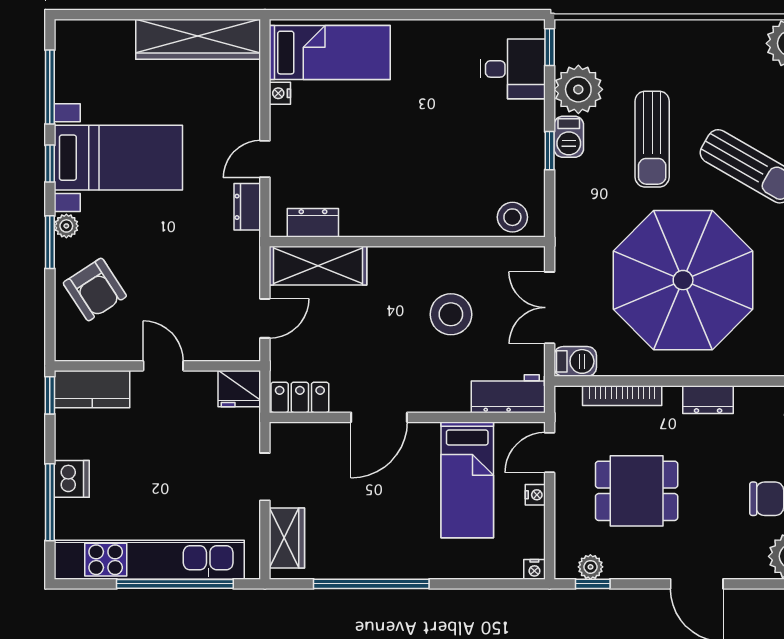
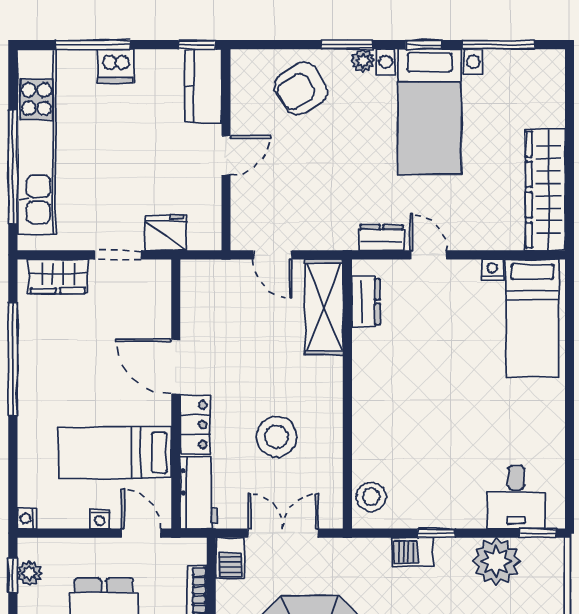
barbecue: (569, 137) -> (412, 552), moved
fridge: (239, 389) -> (166, 233), moved, turned 90
locker: (300, 397) -> (195, 425), moved

